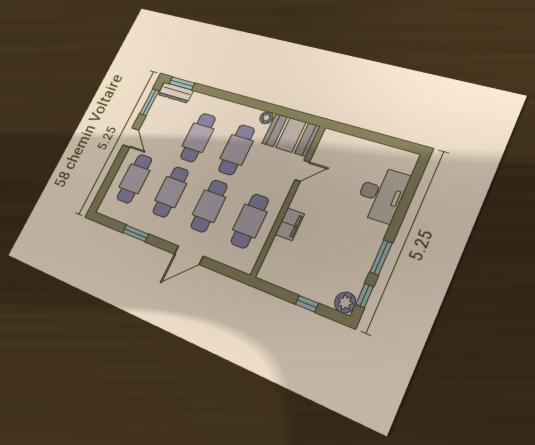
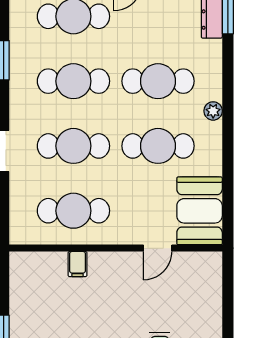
plant: (266, 118) -> (213, 111), moved
door: (302, 171) -> (158, 248), hinge flipped
filing cabinet: (290, 224) -> (78, 264), width x0.50

